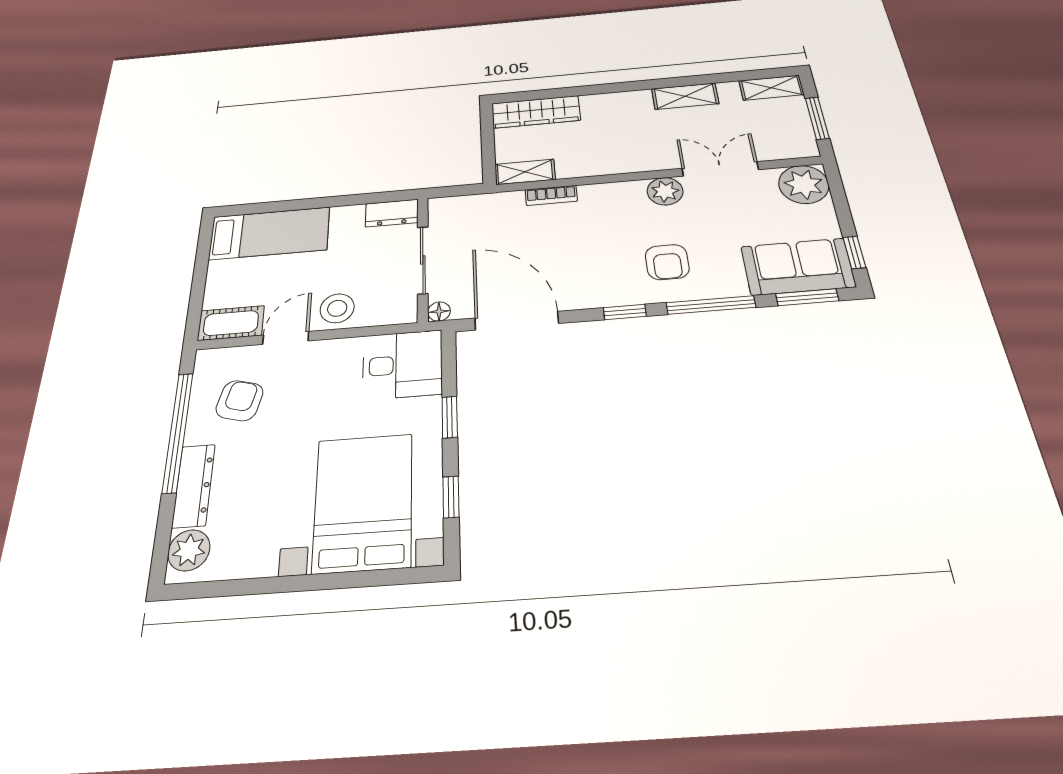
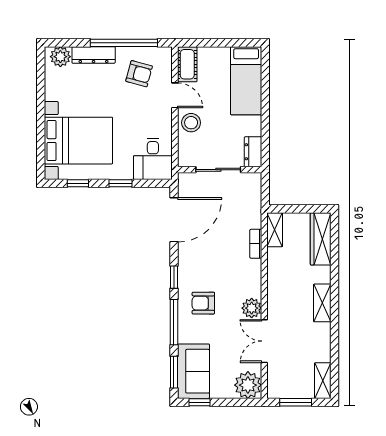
shelving: (685, 96) -> (322, 303), moved
double door: (720, 169) -> (264, 341), swing flipped
floor lamp: (439, 312) -> (184, 178), removed

